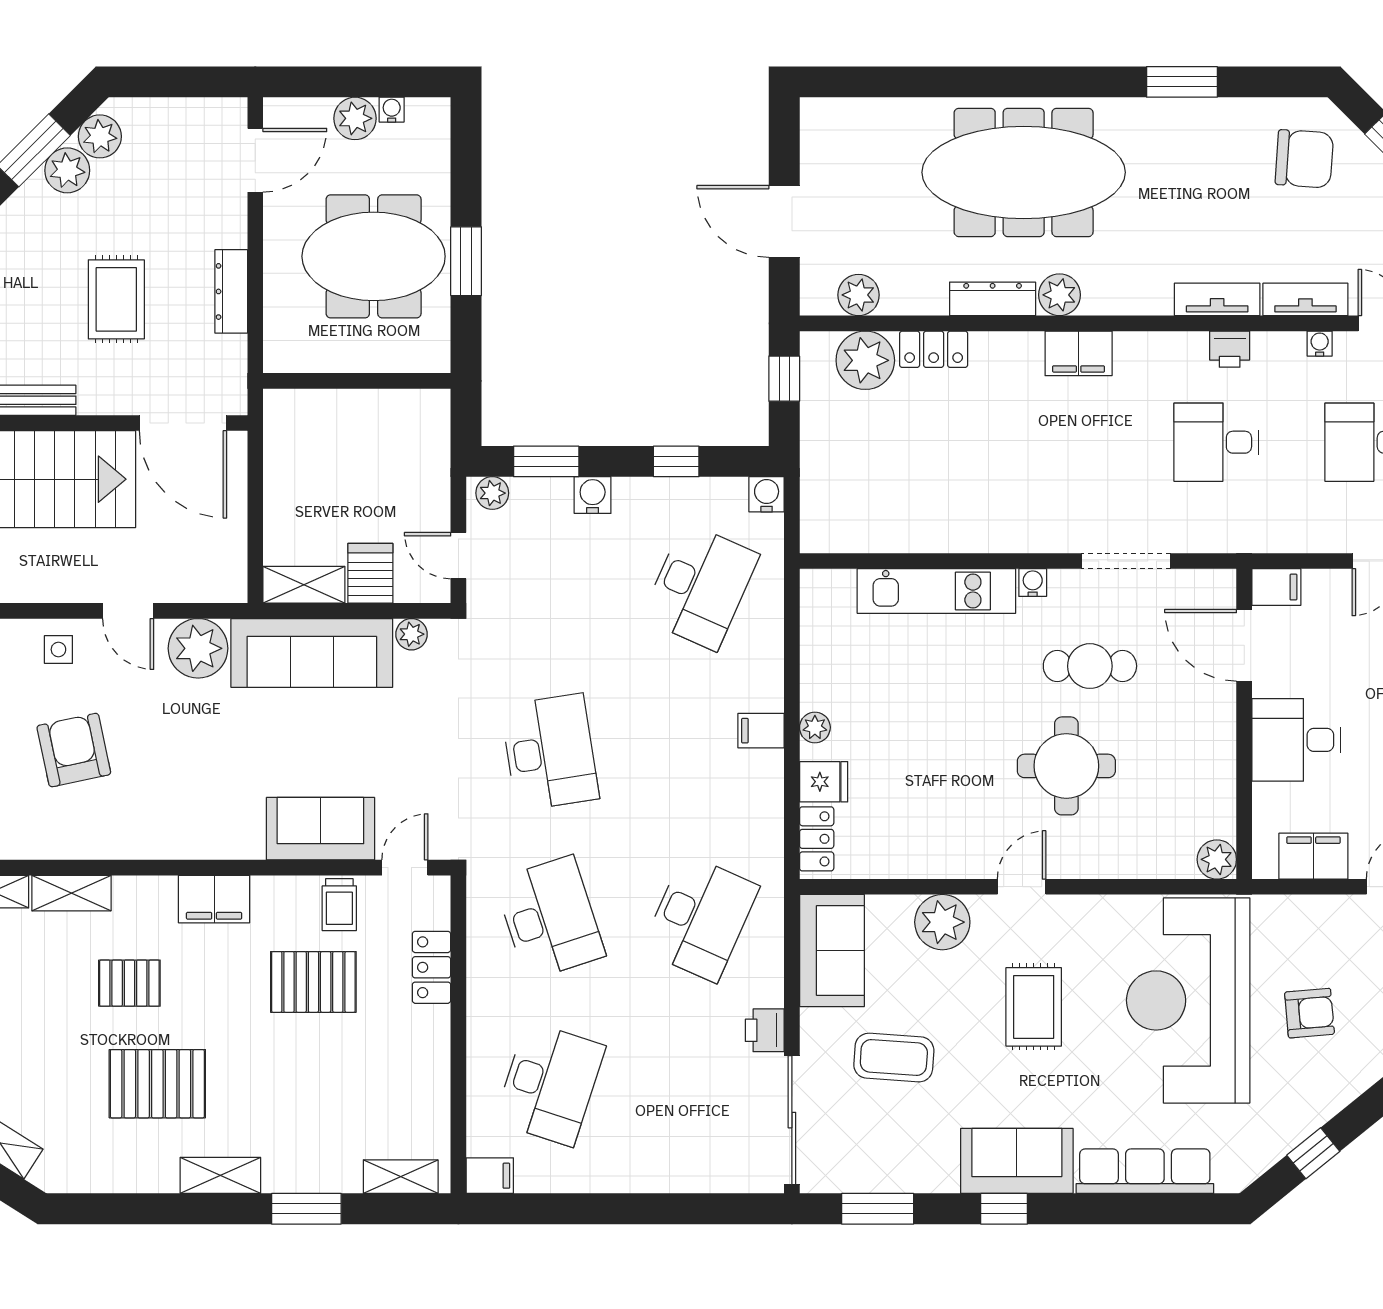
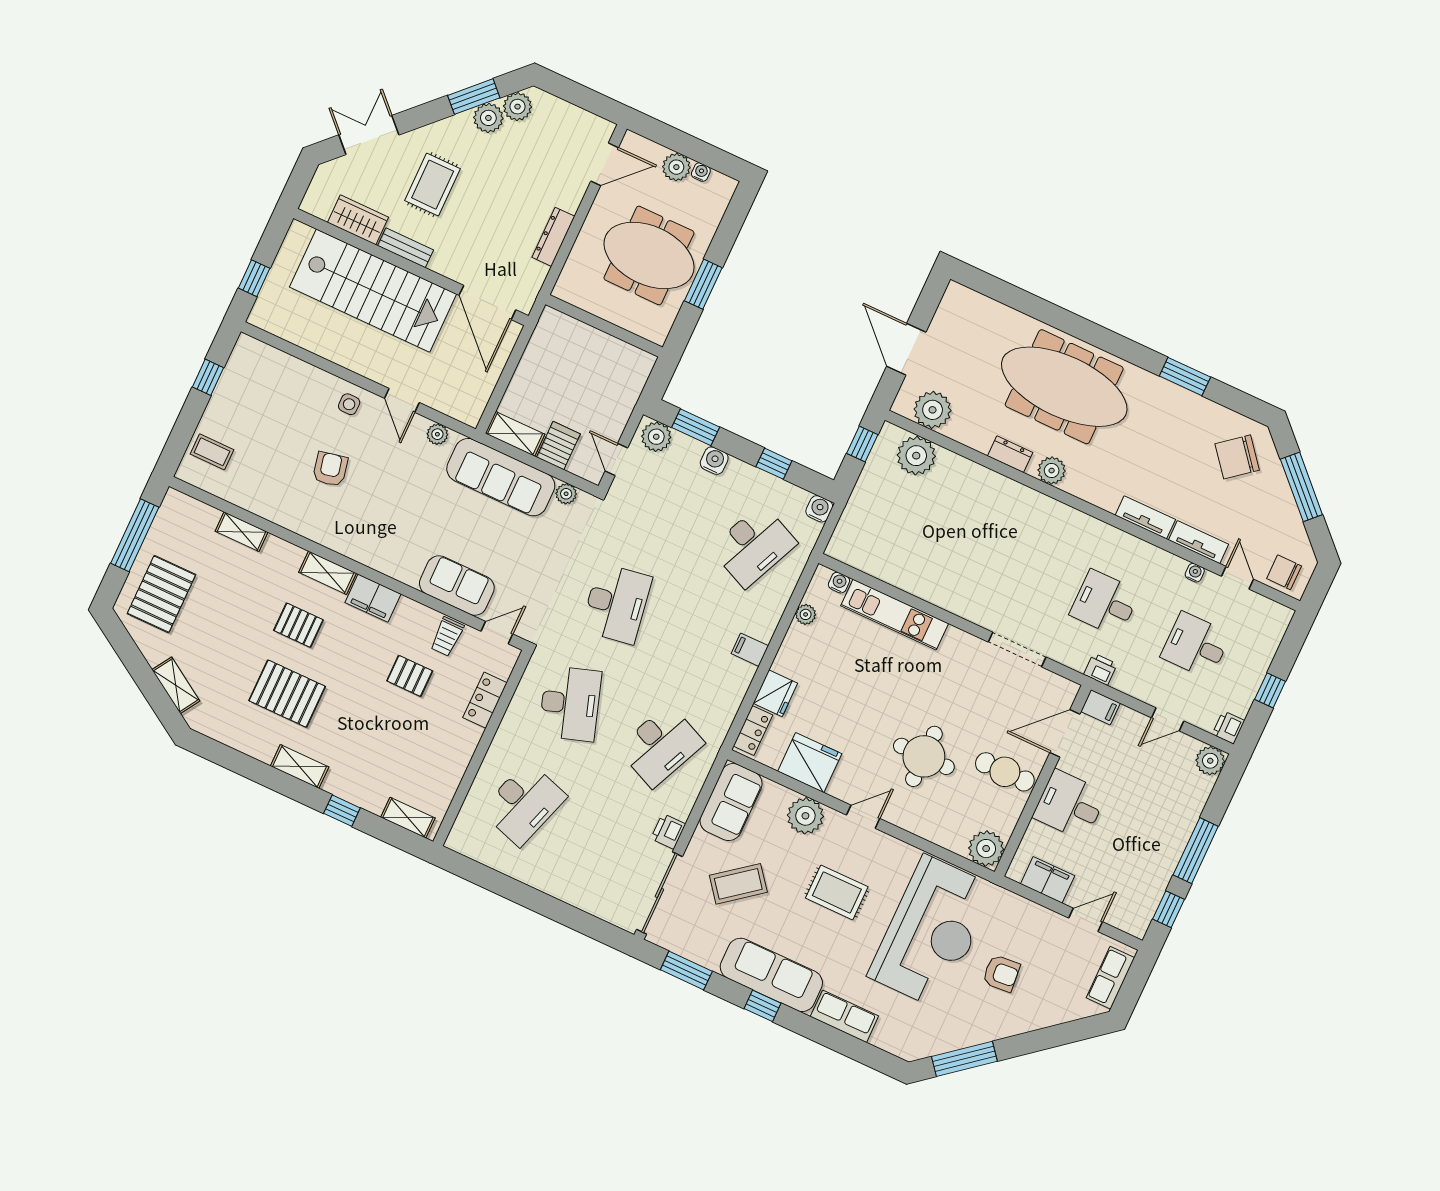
chair: (1304, 159) -> (1237, 457), turned 137
plant: (859, 295) -> (933, 410), width x1.36, depth x1.36
rug: (116, 299) -> (433, 185), moved
dresser: (993, 299) -> (1010, 454), width x0.70
locker: (934, 349) -> (960, 468), removed
printer: (1230, 349) -> (1100, 669), moved, turned 180
filing cabinet: (1079, 353) -> (1047, 511), removed
plant: (492, 493) -> (656, 437), width x1.38, depth x1.38
water cooler: (1033, 583) -> (839, 583), moved
door: (1244, 645) -> (1065, 733), hinge flipped
plant: (198, 648) -> (437, 434), width x0.53, depth x0.53
cafe table: (1090, 666) -> (1005, 772), moved
plant: (815, 727) -> (806, 614), moved
armchair: (74, 750) -> (330, 469), width x0.72, depth x0.72
fridge: (824, 782) -> (775, 693), width x1.38
fridge: (914, 847) -> (810, 763), added
plant: (1217, 859) -> (986, 849), width x1.36, depth x1.36
shelving: (71, 893) -> (327, 573), moved
pallet: (313, 982) -> (410, 676), width x0.67, depth x0.71
reception desk: (1188, 1000) -> (932, 932), turned 180
rug: (1034, 1007) -> (837, 892), turned 90
coffee table: (894, 1058) -> (738, 884), turned -42
window: (1313, 1153) -> (964, 1059), width x2.17
sofa: (1017, 1161) -> (771, 975), width x1.36
row of seats: (1145, 1171) -> (844, 1016), width x0.68
filing cabinet: (490, 1176) -> (462, 842), removed
window: (306, 1209) -> (342, 811), width x0.67

